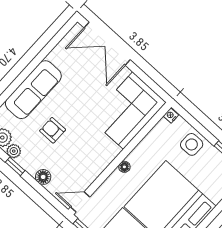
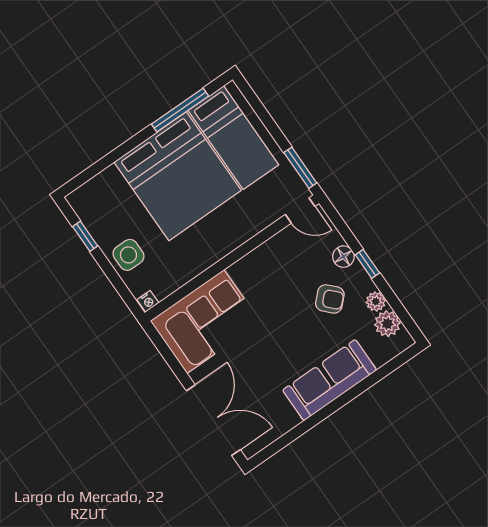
armchair: (53, 130) -> (330, 299), moved, turned -44
window: (15, 166) -> (367, 264), moved
floor lamp: (124, 167) -> (228, 245), removed

